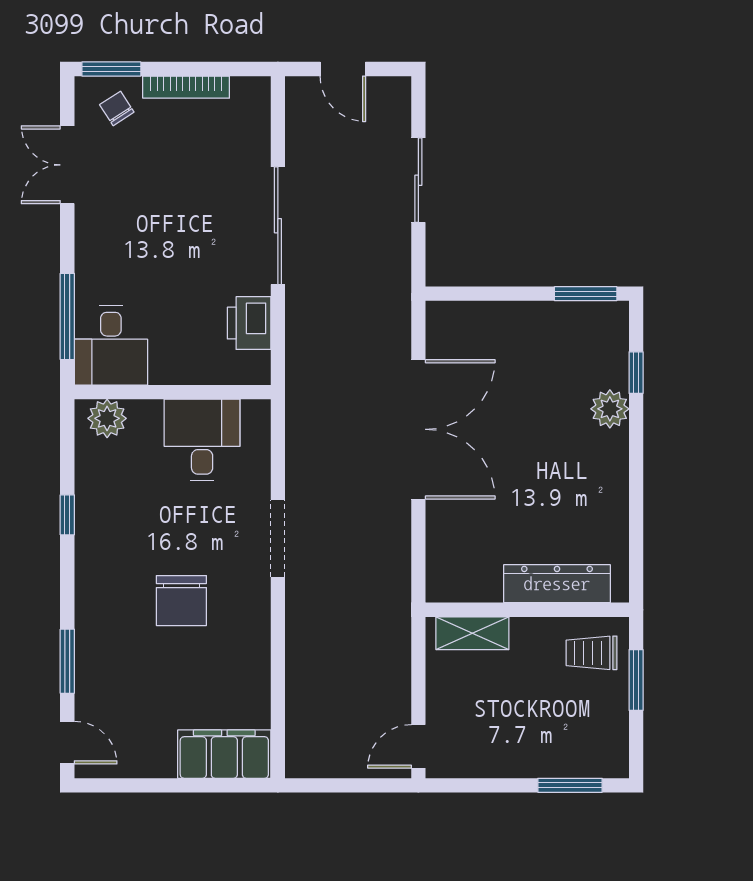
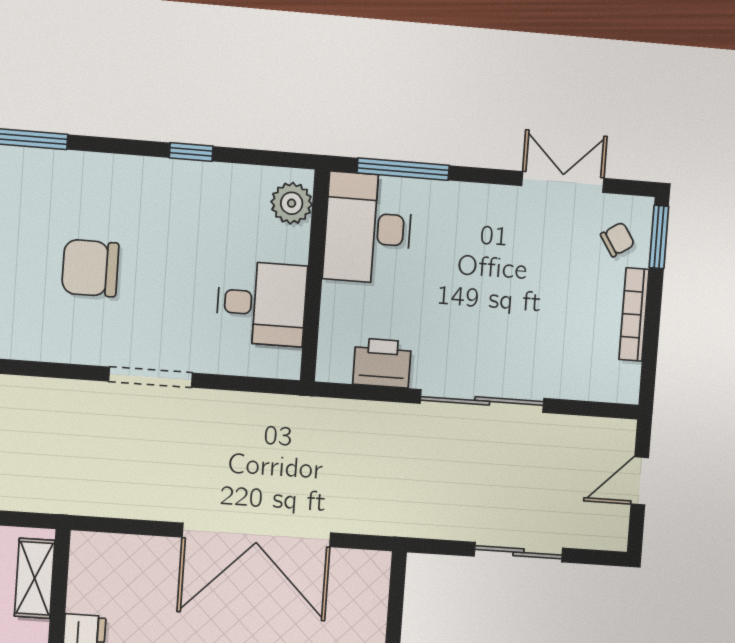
desk: (111, 346) -> (368, 228), width x1.37

